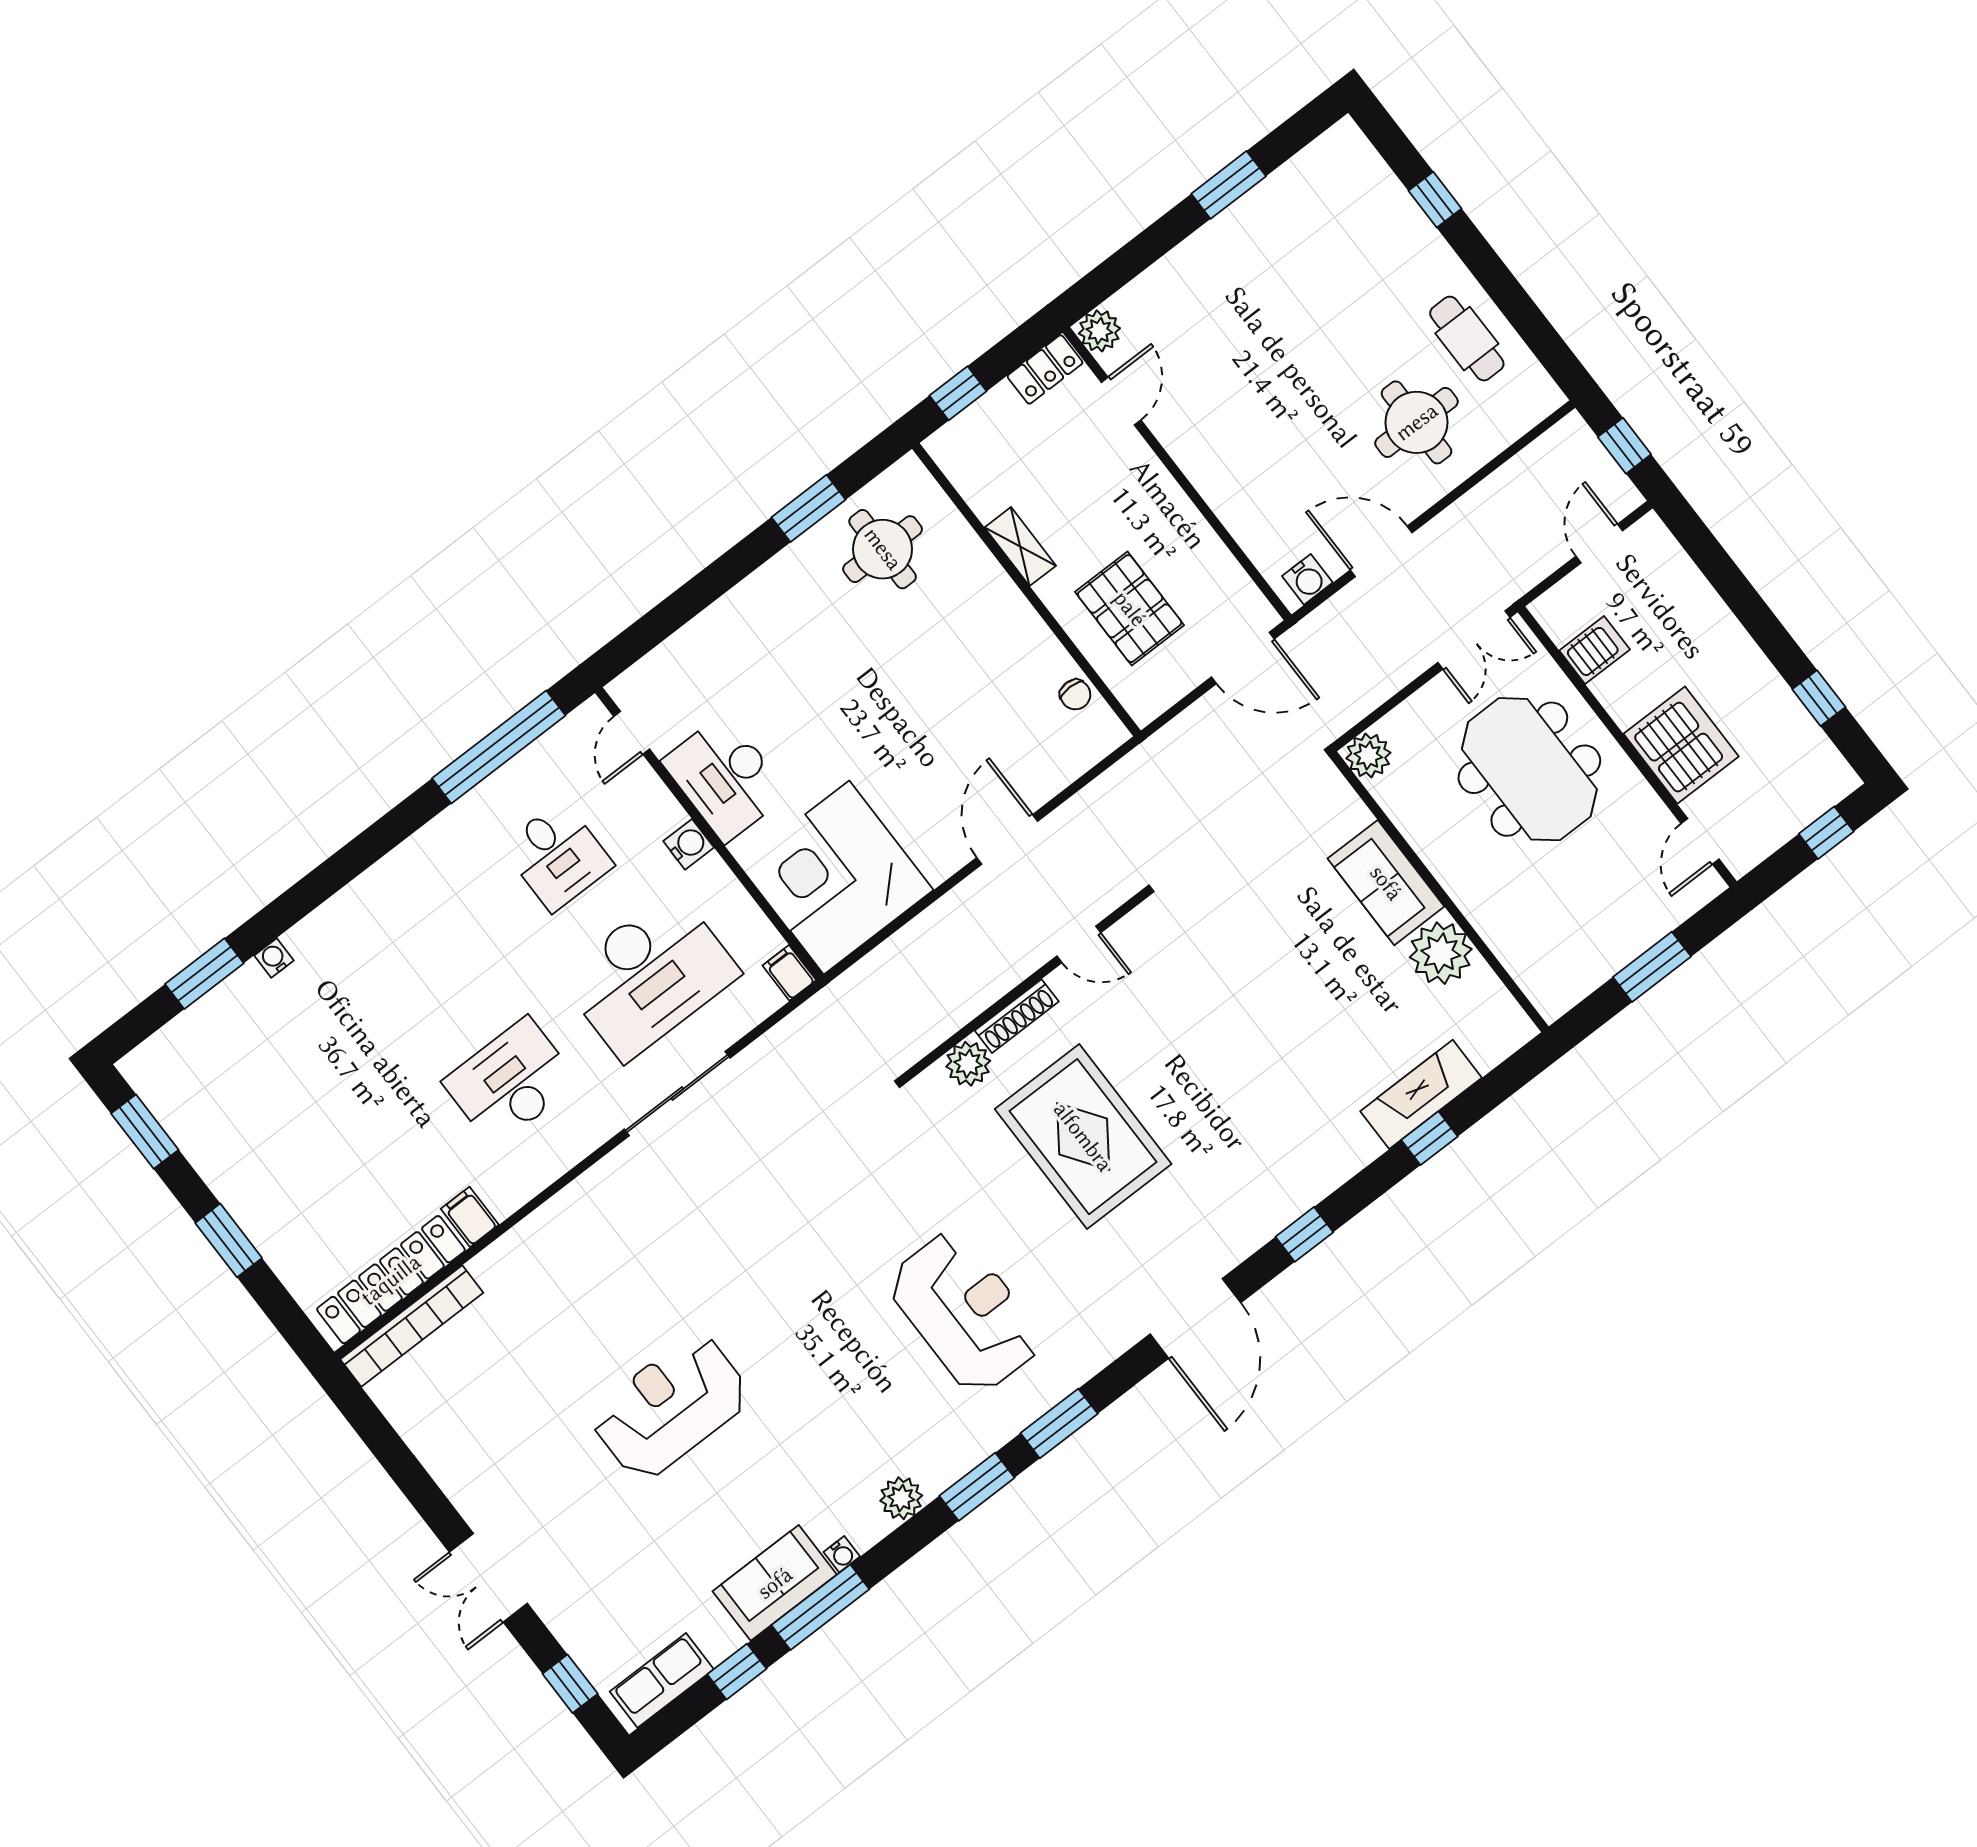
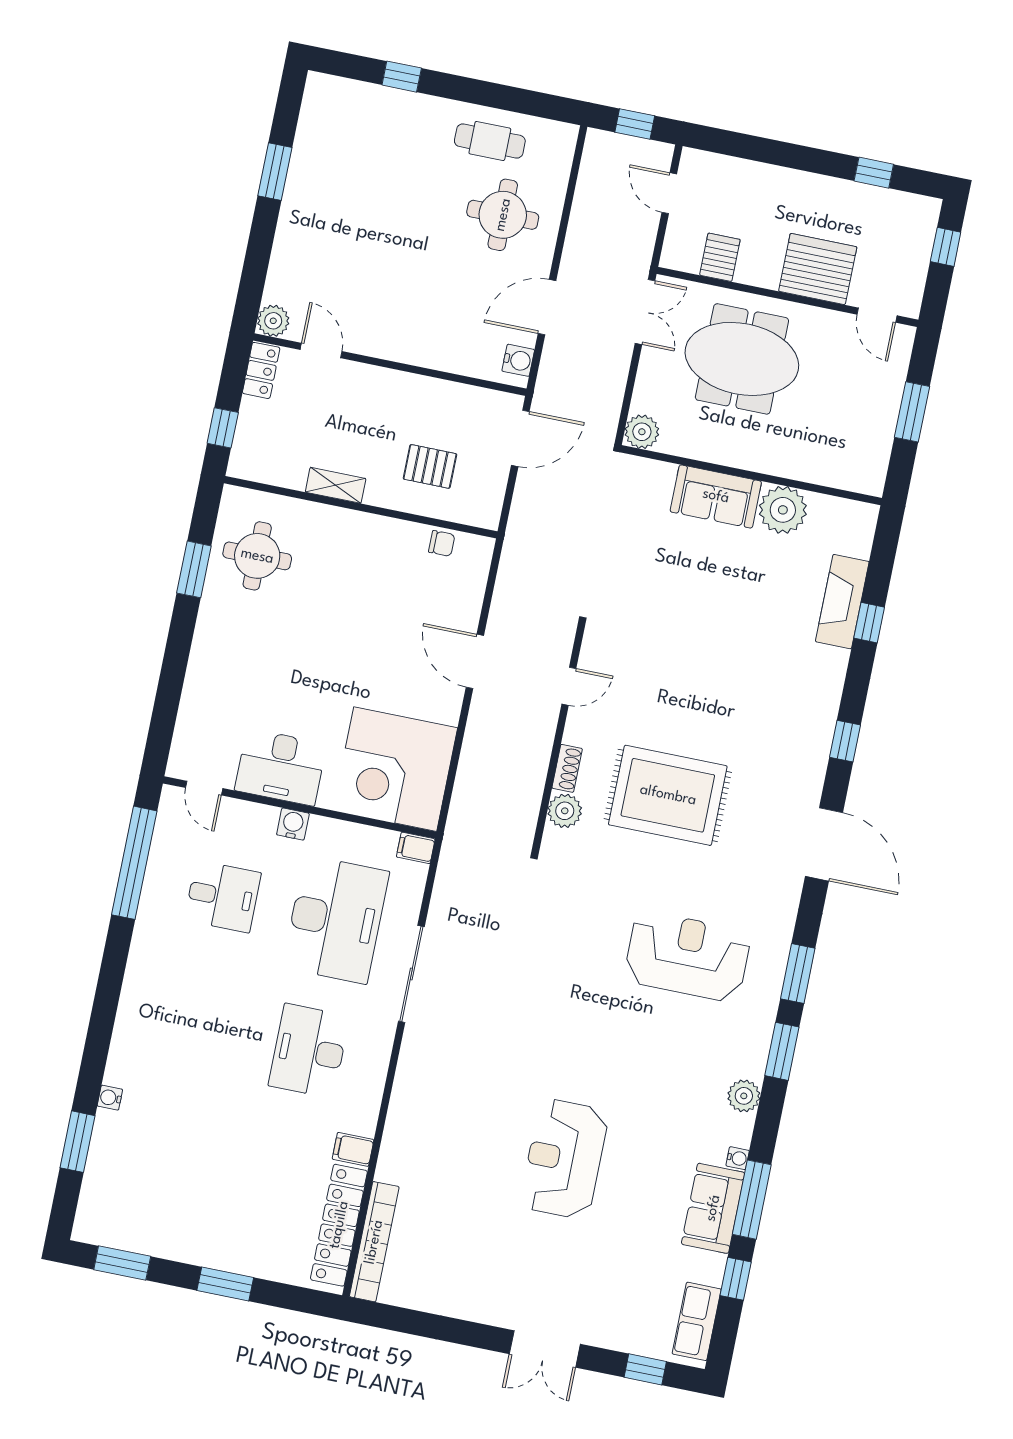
pallet: (1130, 609) -> (430, 466), width x0.67, depth x0.71
shoe rack: (1017, 1016) -> (567, 768), width x0.70

